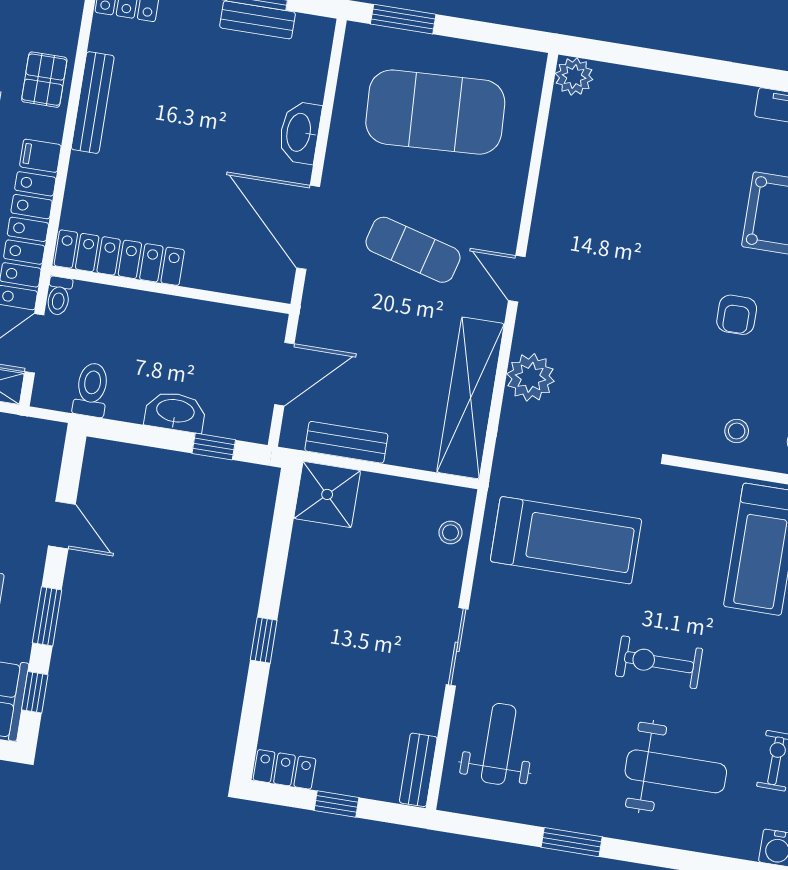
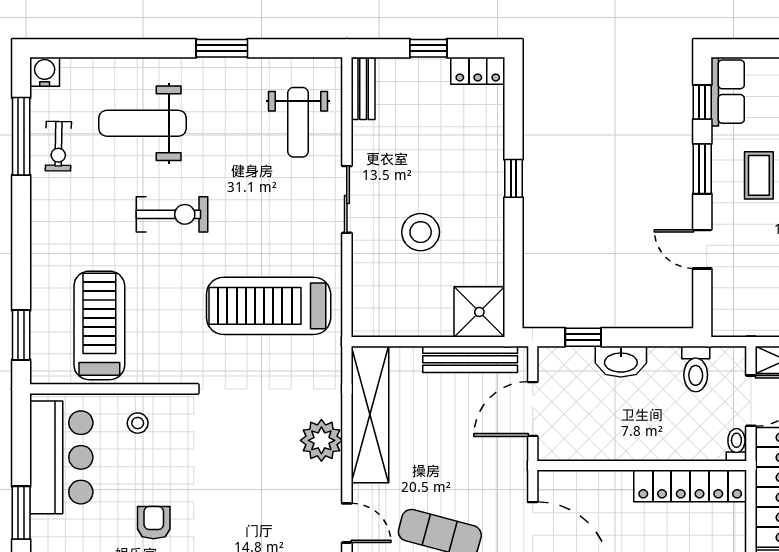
bench: (346, 442) -> (470, 359), width x1.36
stool: (451, 533) -> (421, 232), moved, width x1.89, depth x1.89

